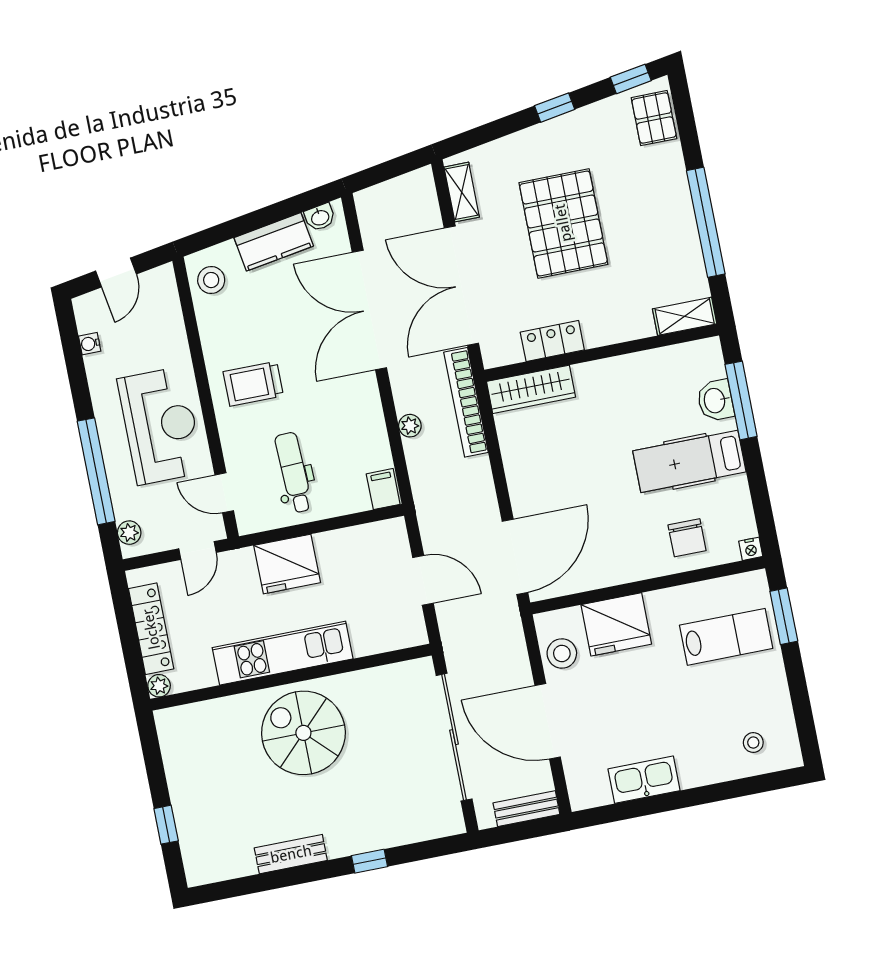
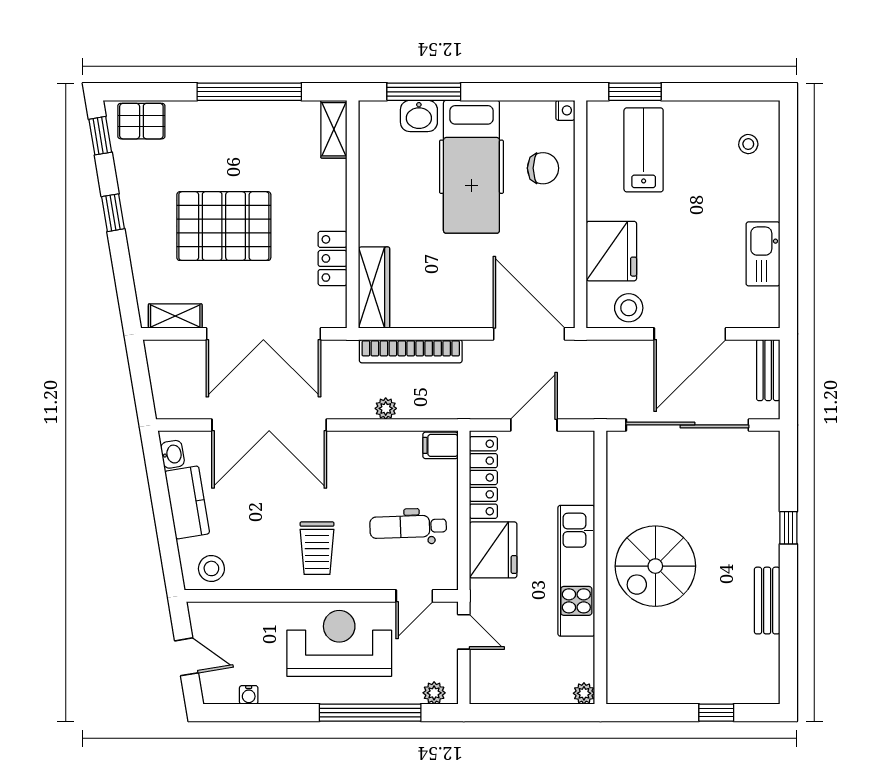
bookcase: (466, 402) -> (411, 351), moved
hospital bed: (689, 461) -> (471, 167), width x1.37, depth x1.29
locker: (151, 629) -> (483, 477), moved, turned 90

